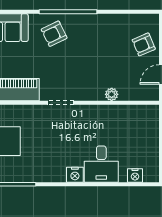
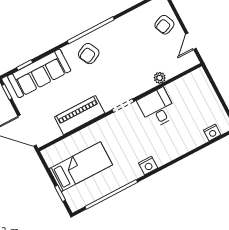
desk: (101, 164) -> (157, 108), moved, turned 180
nightstand: (75, 175) -> (148, 165), moved

